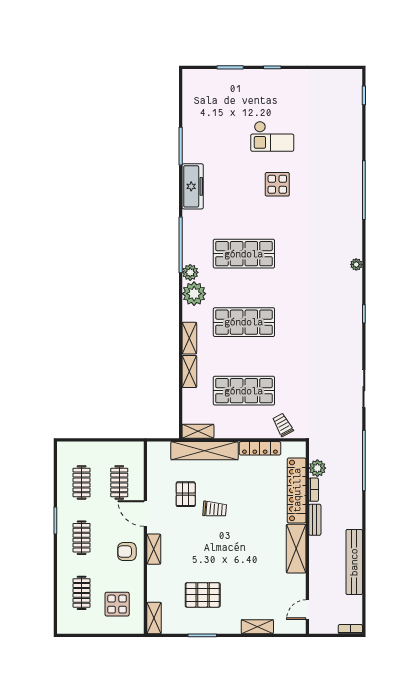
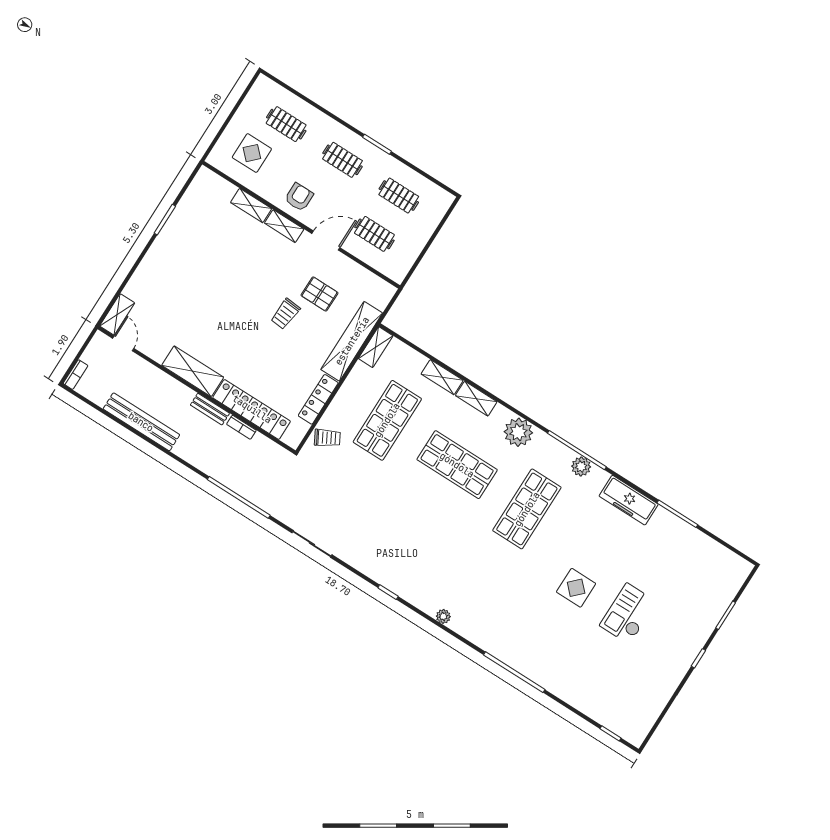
plant: (190, 272) -> (581, 467), moved
shop shelf: (244, 322) -> (457, 465), turned 90
plant: (317, 468) -> (261, 445), removed
pallet: (203, 595) -> (206, 246), removed
shelving: (154, 618) -> (251, 206), moved
shelving: (257, 627) -> (117, 314), moved

